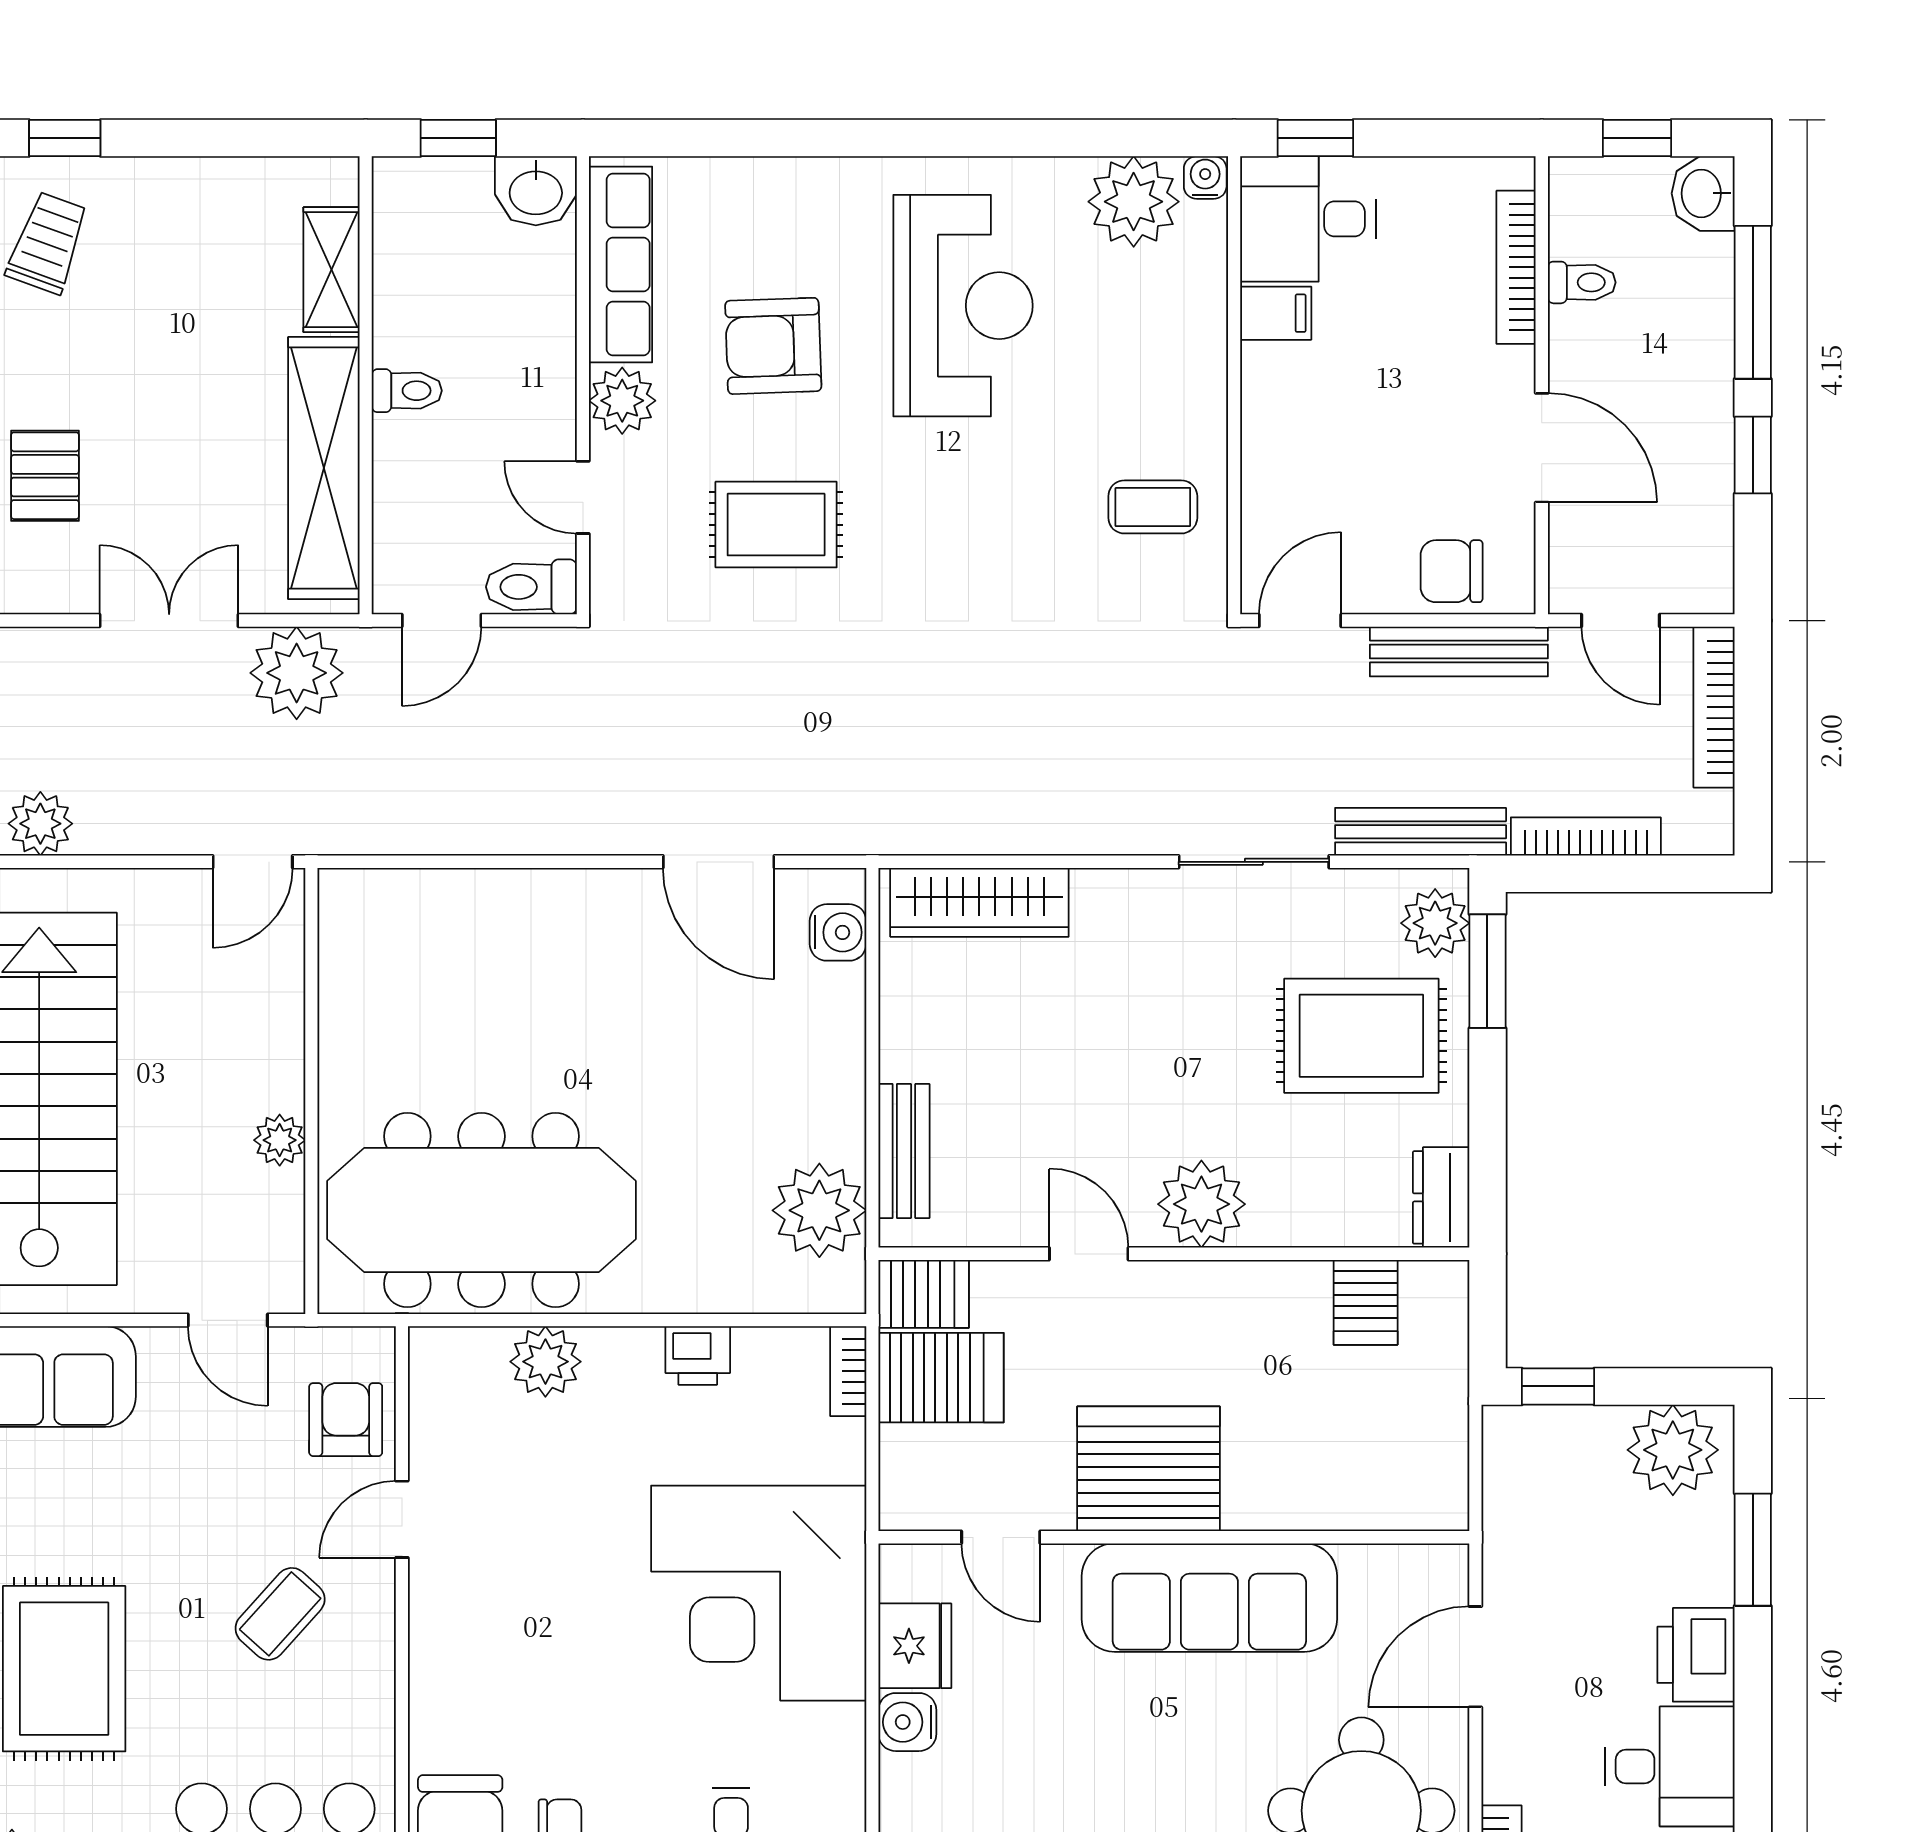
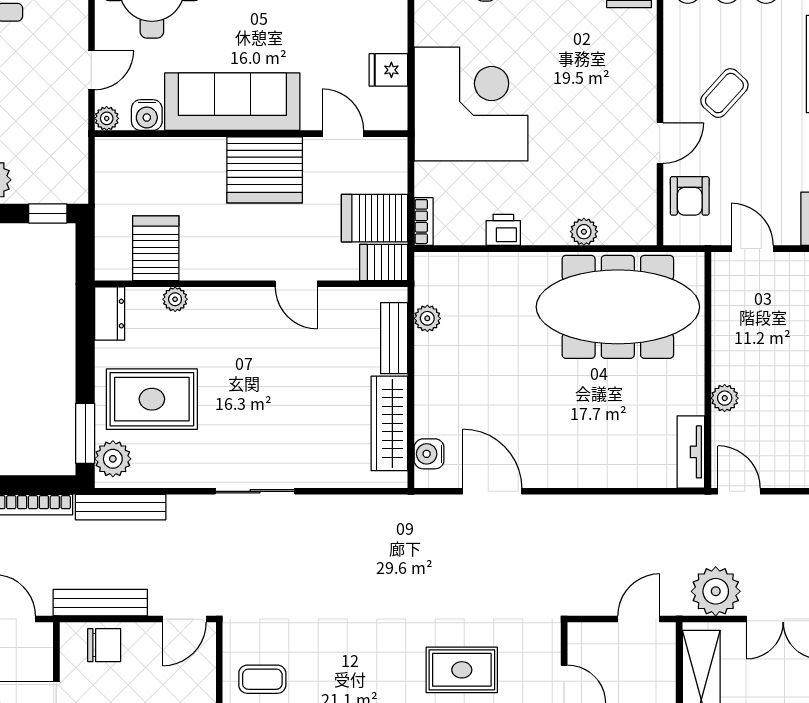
toilet: (531, 587) -> (591, 637), removed
door: (253, 862) -> (739, 491), hinge flipped
sliding door: (1254, 862) -> (255, 491), moved
wardrobe: (979, 902) -> (389, 423), moved, turned -90
tv unit: (343, 936) -> (691, 452), added
plant: (280, 1140) -> (725, 398), moved
plant: (1201, 1204) -> (175, 299), moved, width x0.53, depth x0.53
plant: (819, 1210) -> (427, 318), width x0.53, depth x0.53
server rack: (1366, 1302) -> (156, 248), width x1.36, depth x1.44
plant: (545, 1362) -> (584, 232), width x0.73, depth x0.73
plant: (1447, 1566) -> (107, 118), added
fridge: (915, 1646) -> (388, 70), width x0.72
door: (1475, 1657) -> (91, 70), width x0.73
water cooler: (907, 1722) -> (147, 115), moved, turned 90

